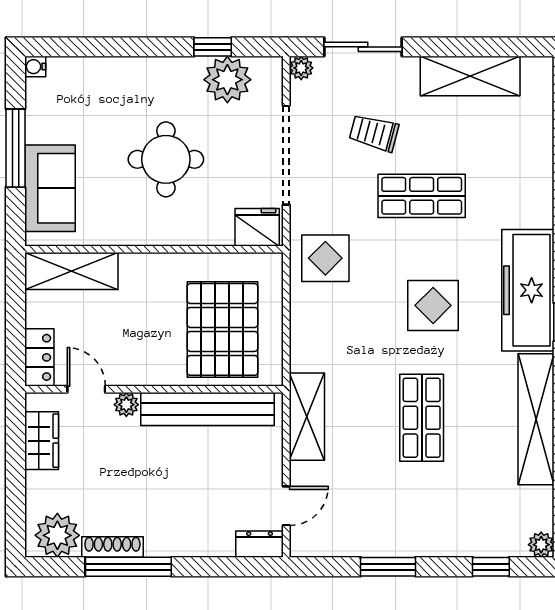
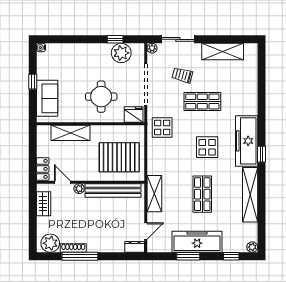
window: (15, 148) -> (33, 82), width x0.46
round table: (166, 159) -> (101, 97), moved
shelving: (71, 271) -> (71, 133), moved
pallet: (222, 329) -> (119, 157), turned 90
freezer: (409, 532) -> (197, 242), added

